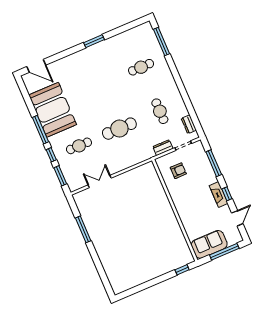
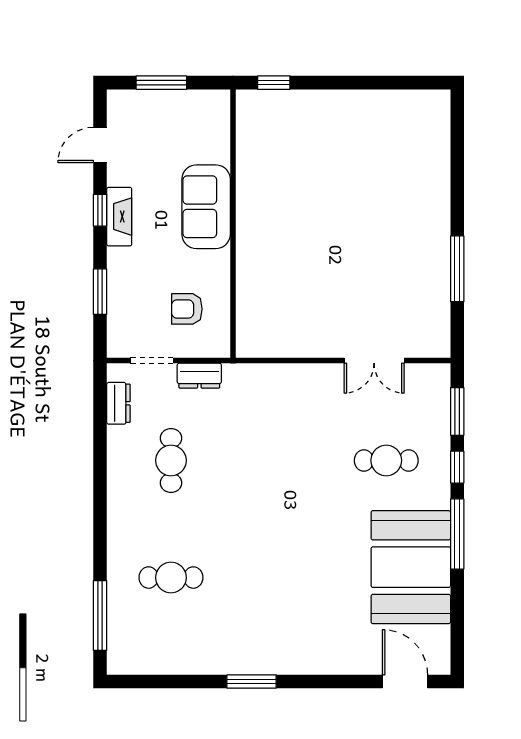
cafe table: (119, 129) -> (279, 460), removed
window: (214, 163) -> (100, 292), width x0.69
sofa: (209, 244) -> (206, 207), moved, turned 90
window: (224, 252) -> (161, 83), width x0.69

